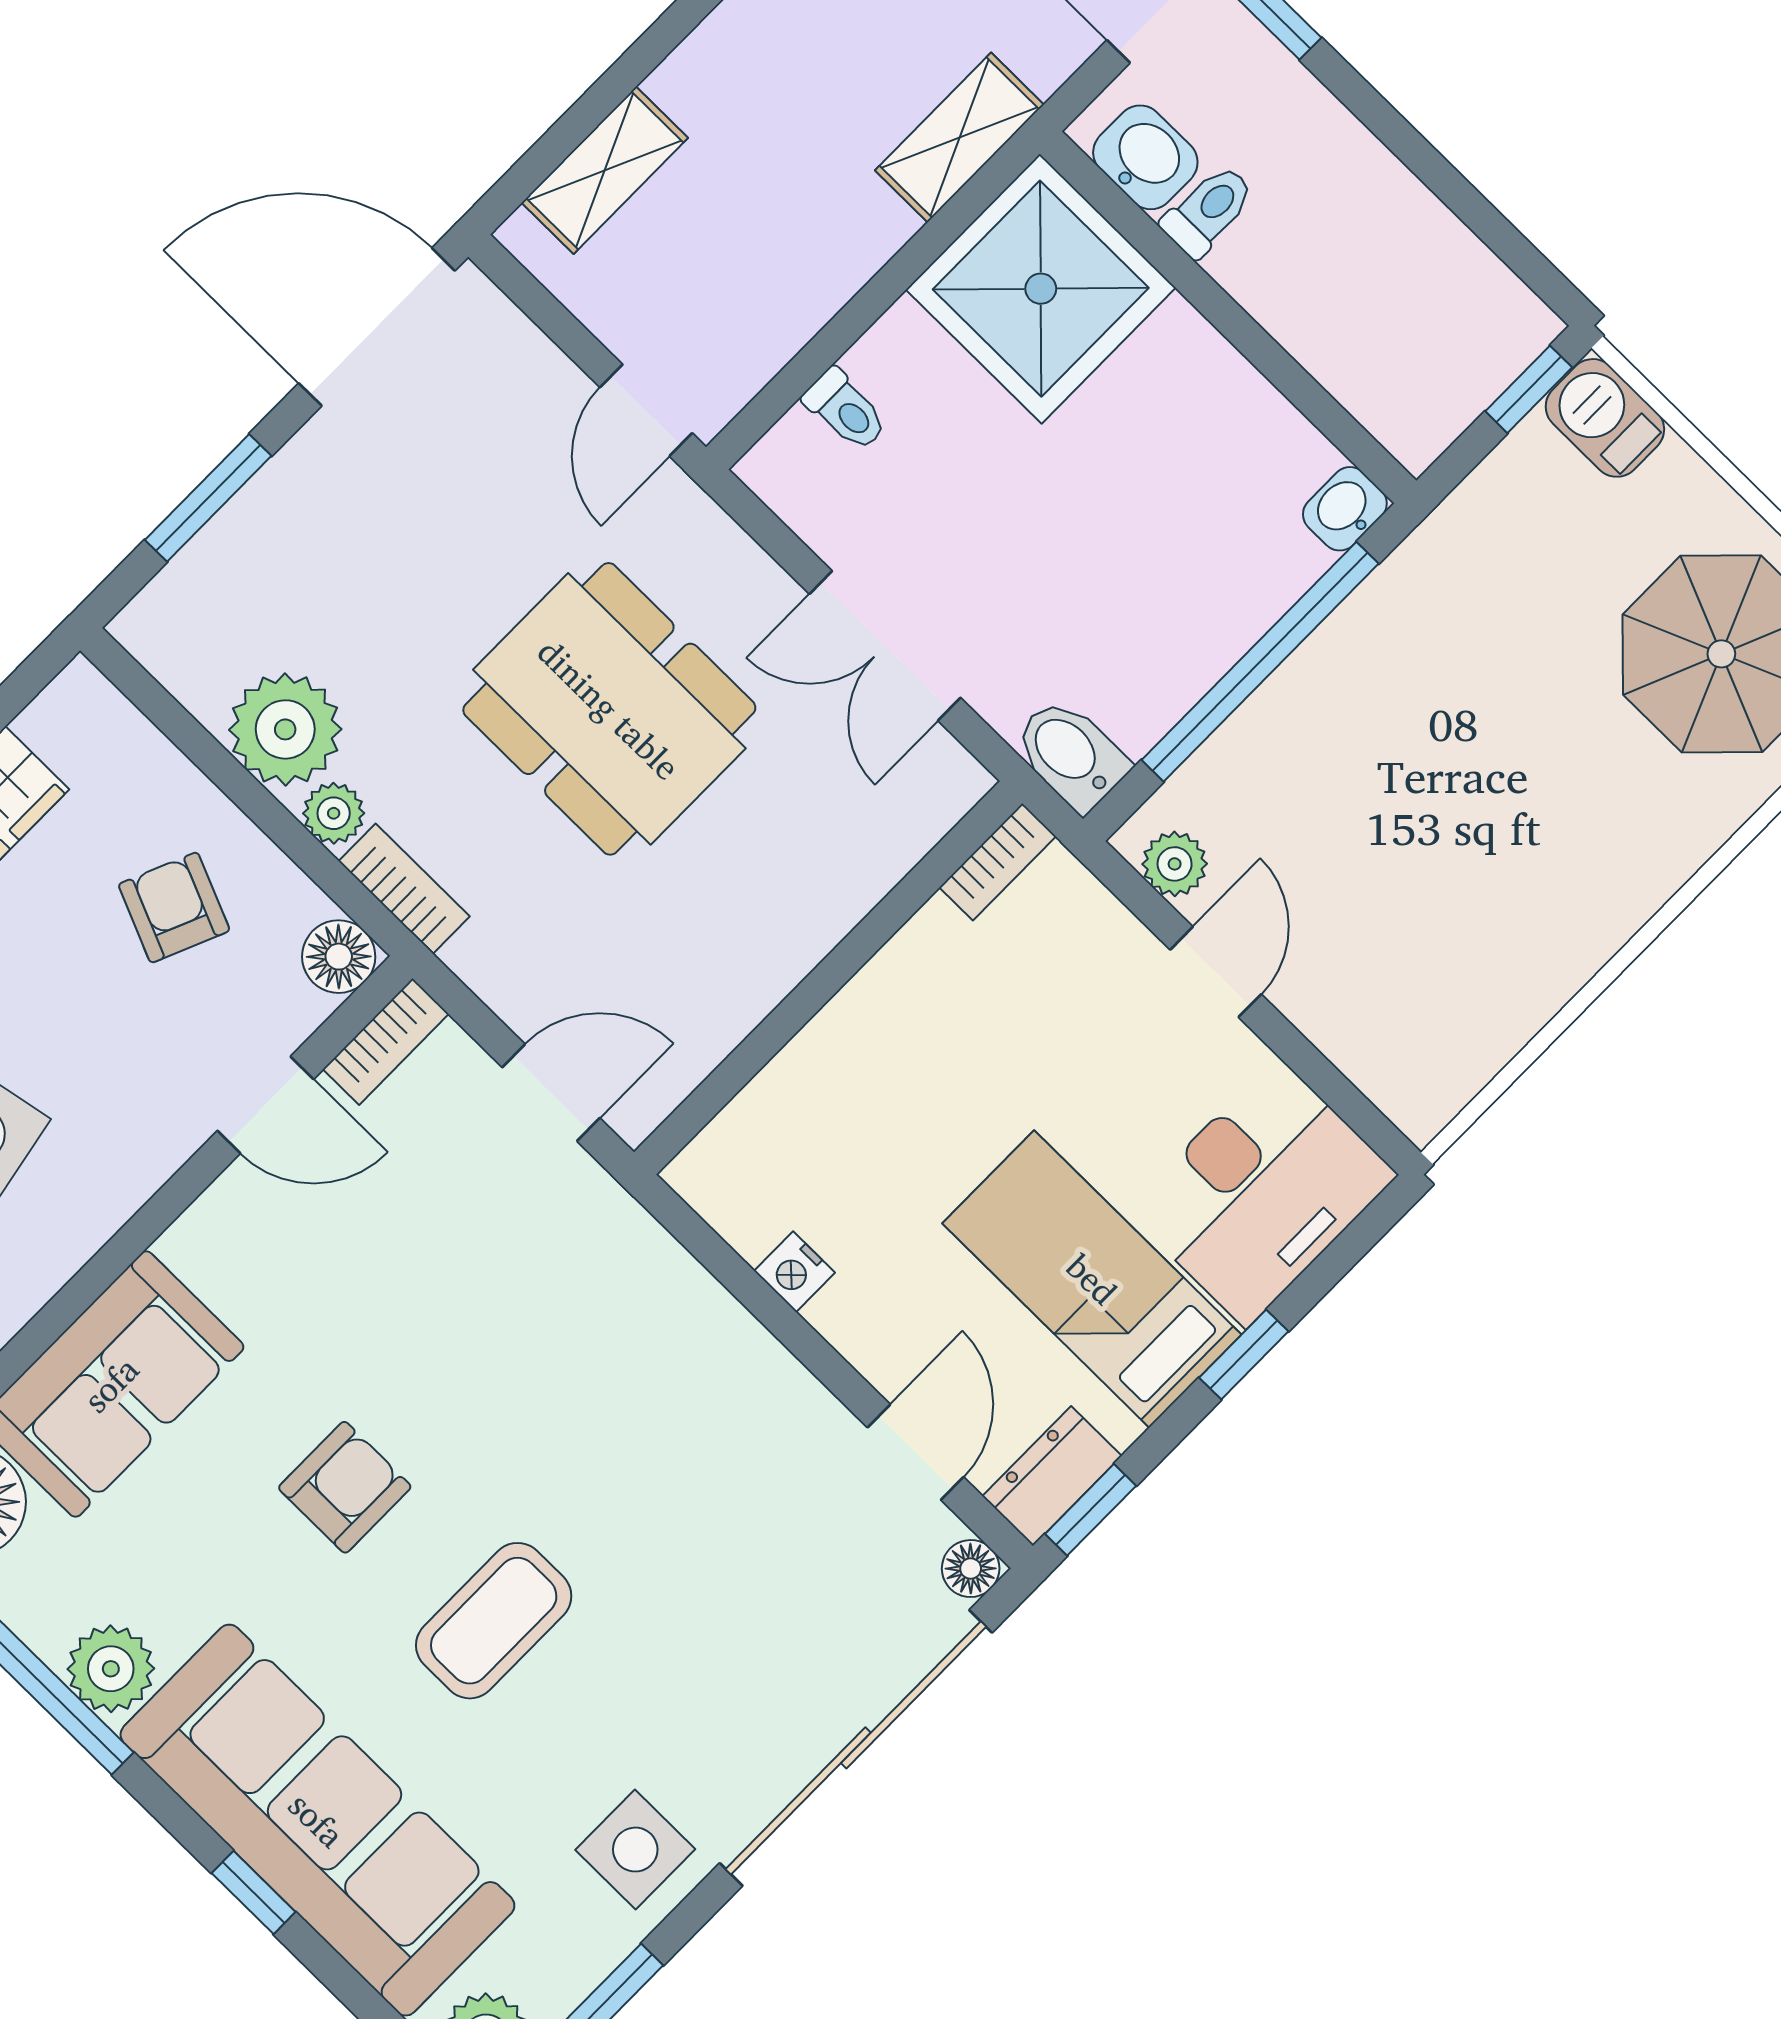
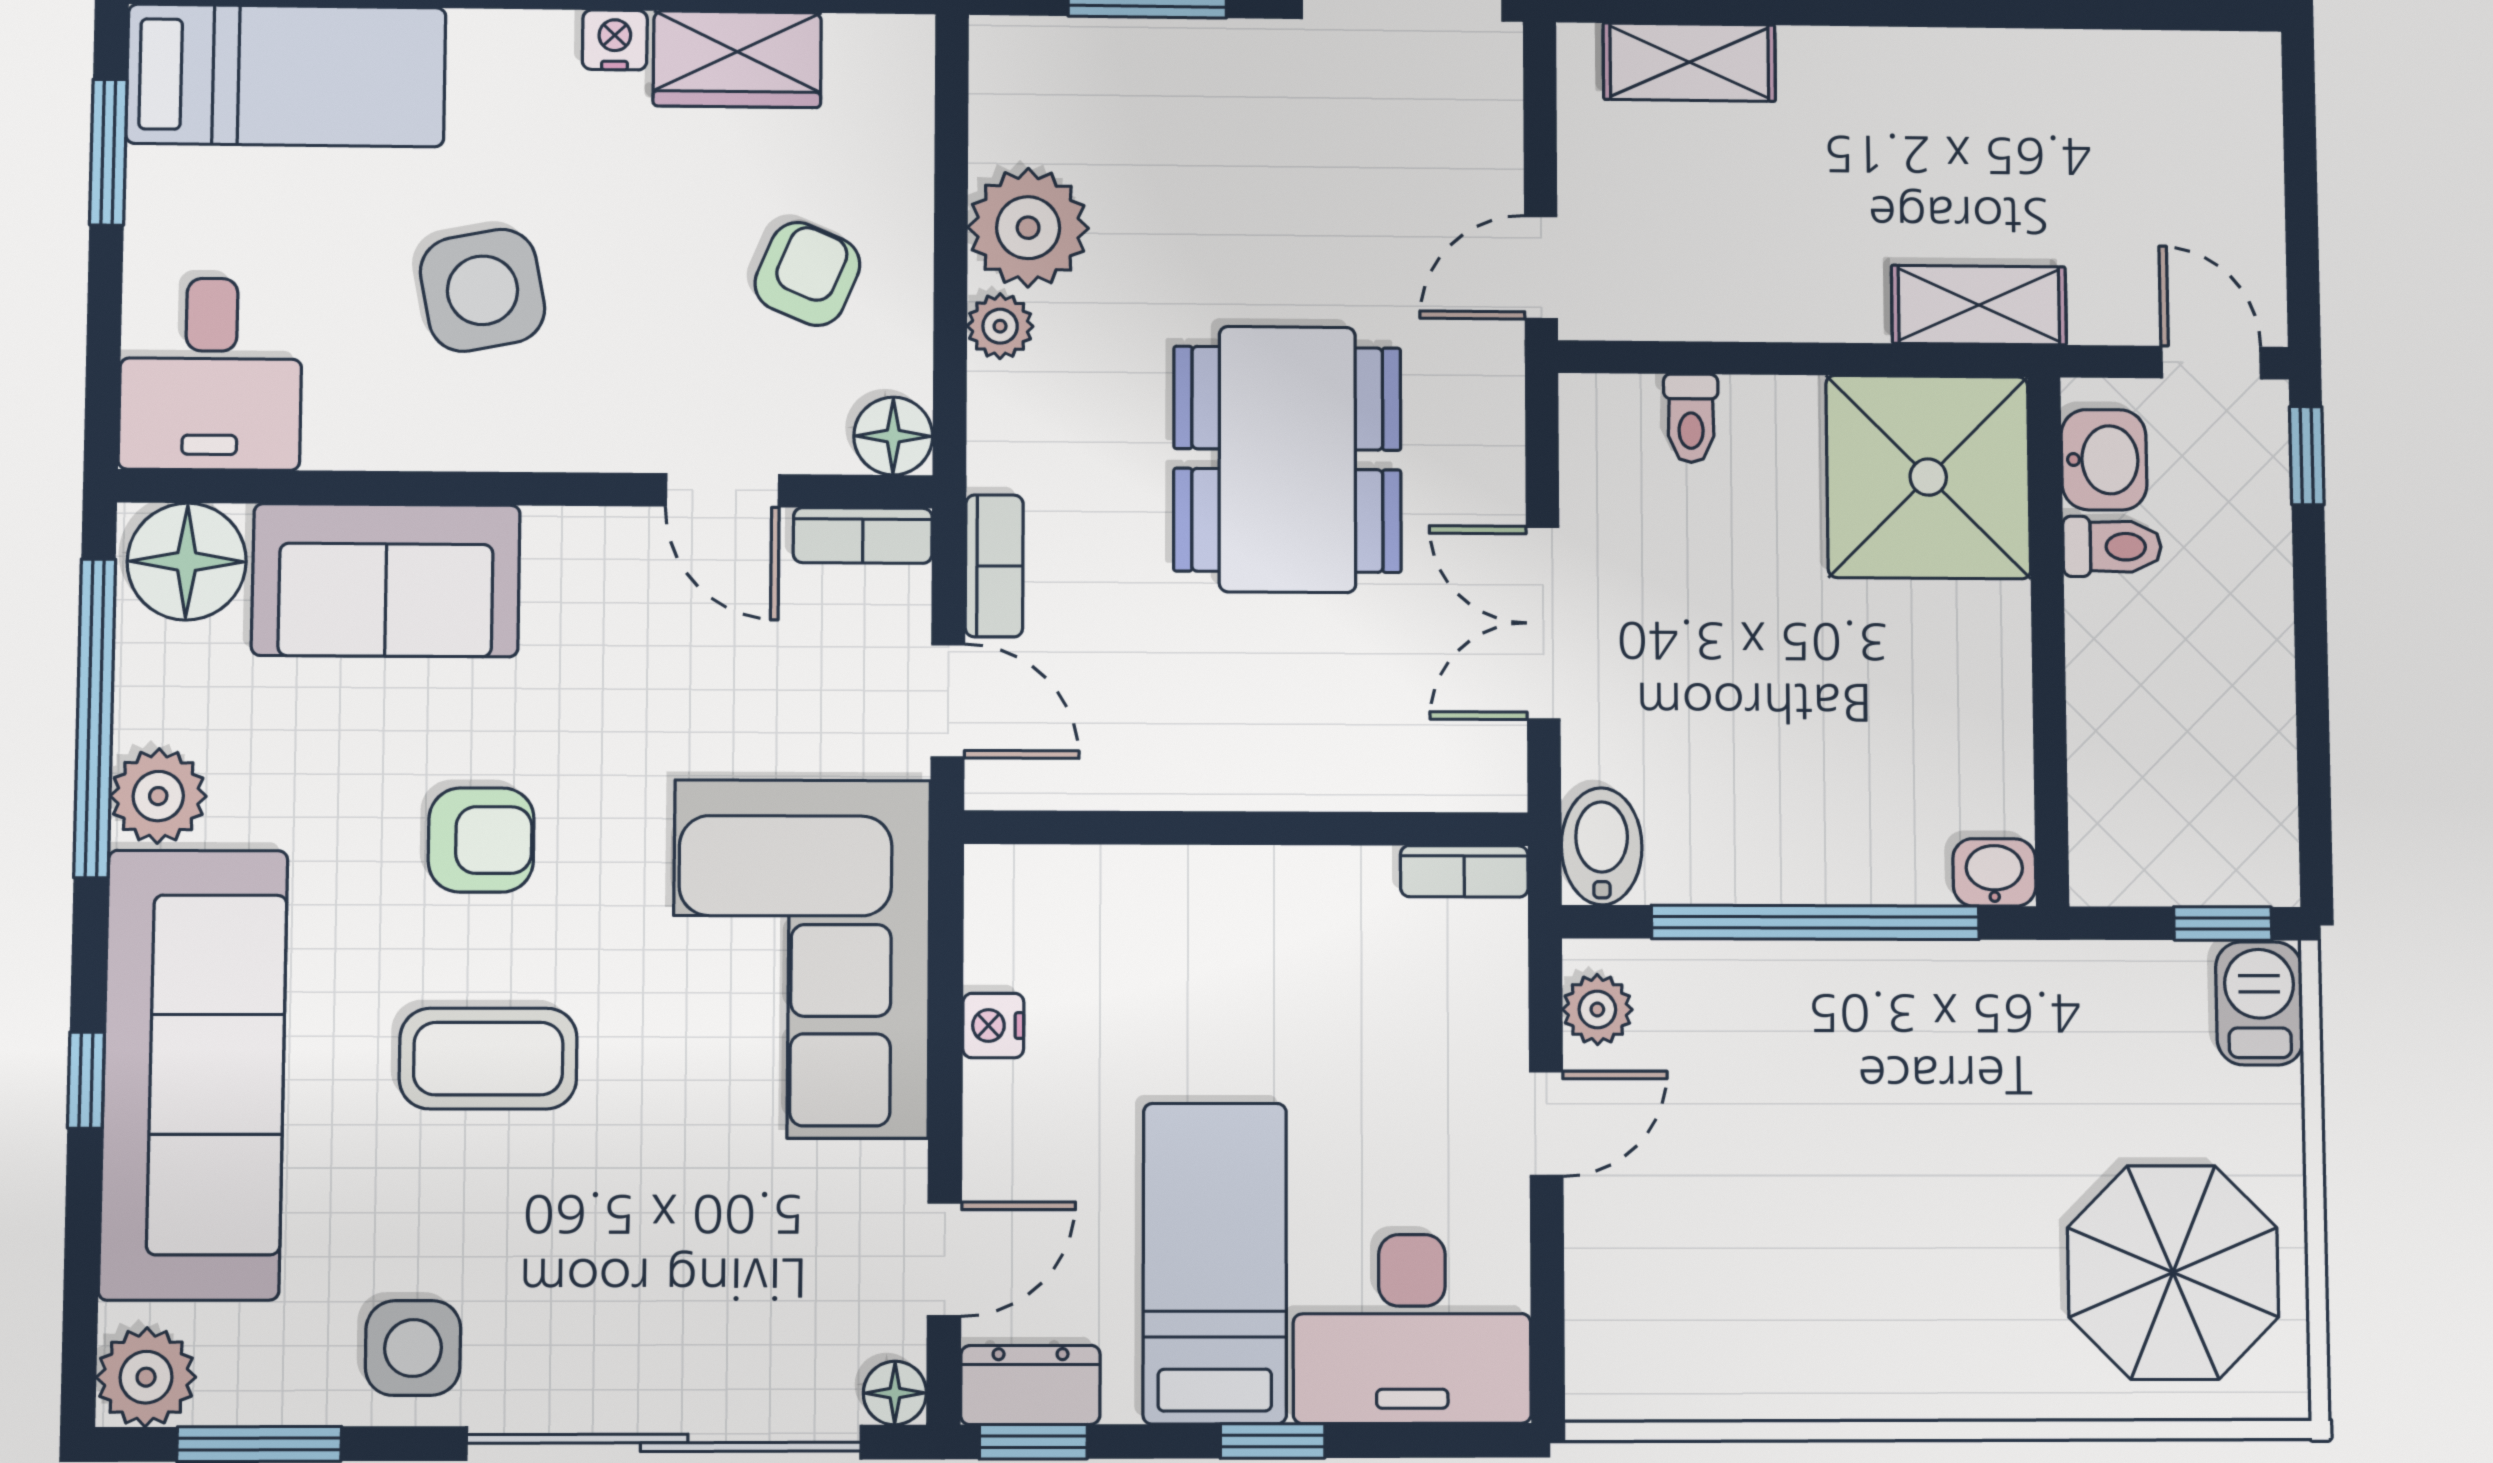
bookcase: (404, 889) -> (994, 566), moved
corner sofa: (627, 1354) -> (801, 959), added

